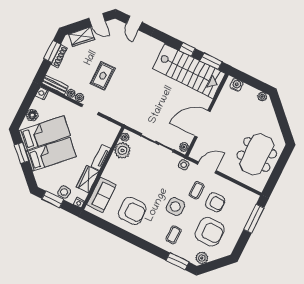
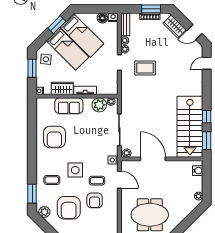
door: (97, 20) -> (194, 32), hinge flipped
rug: (103, 76) -> (145, 68), moved
floor lamp: (32, 115) -> (102, 18), moved
side table: (64, 192) -> (46, 59), moved
sofa: (101, 195) -> (69, 106), moved

